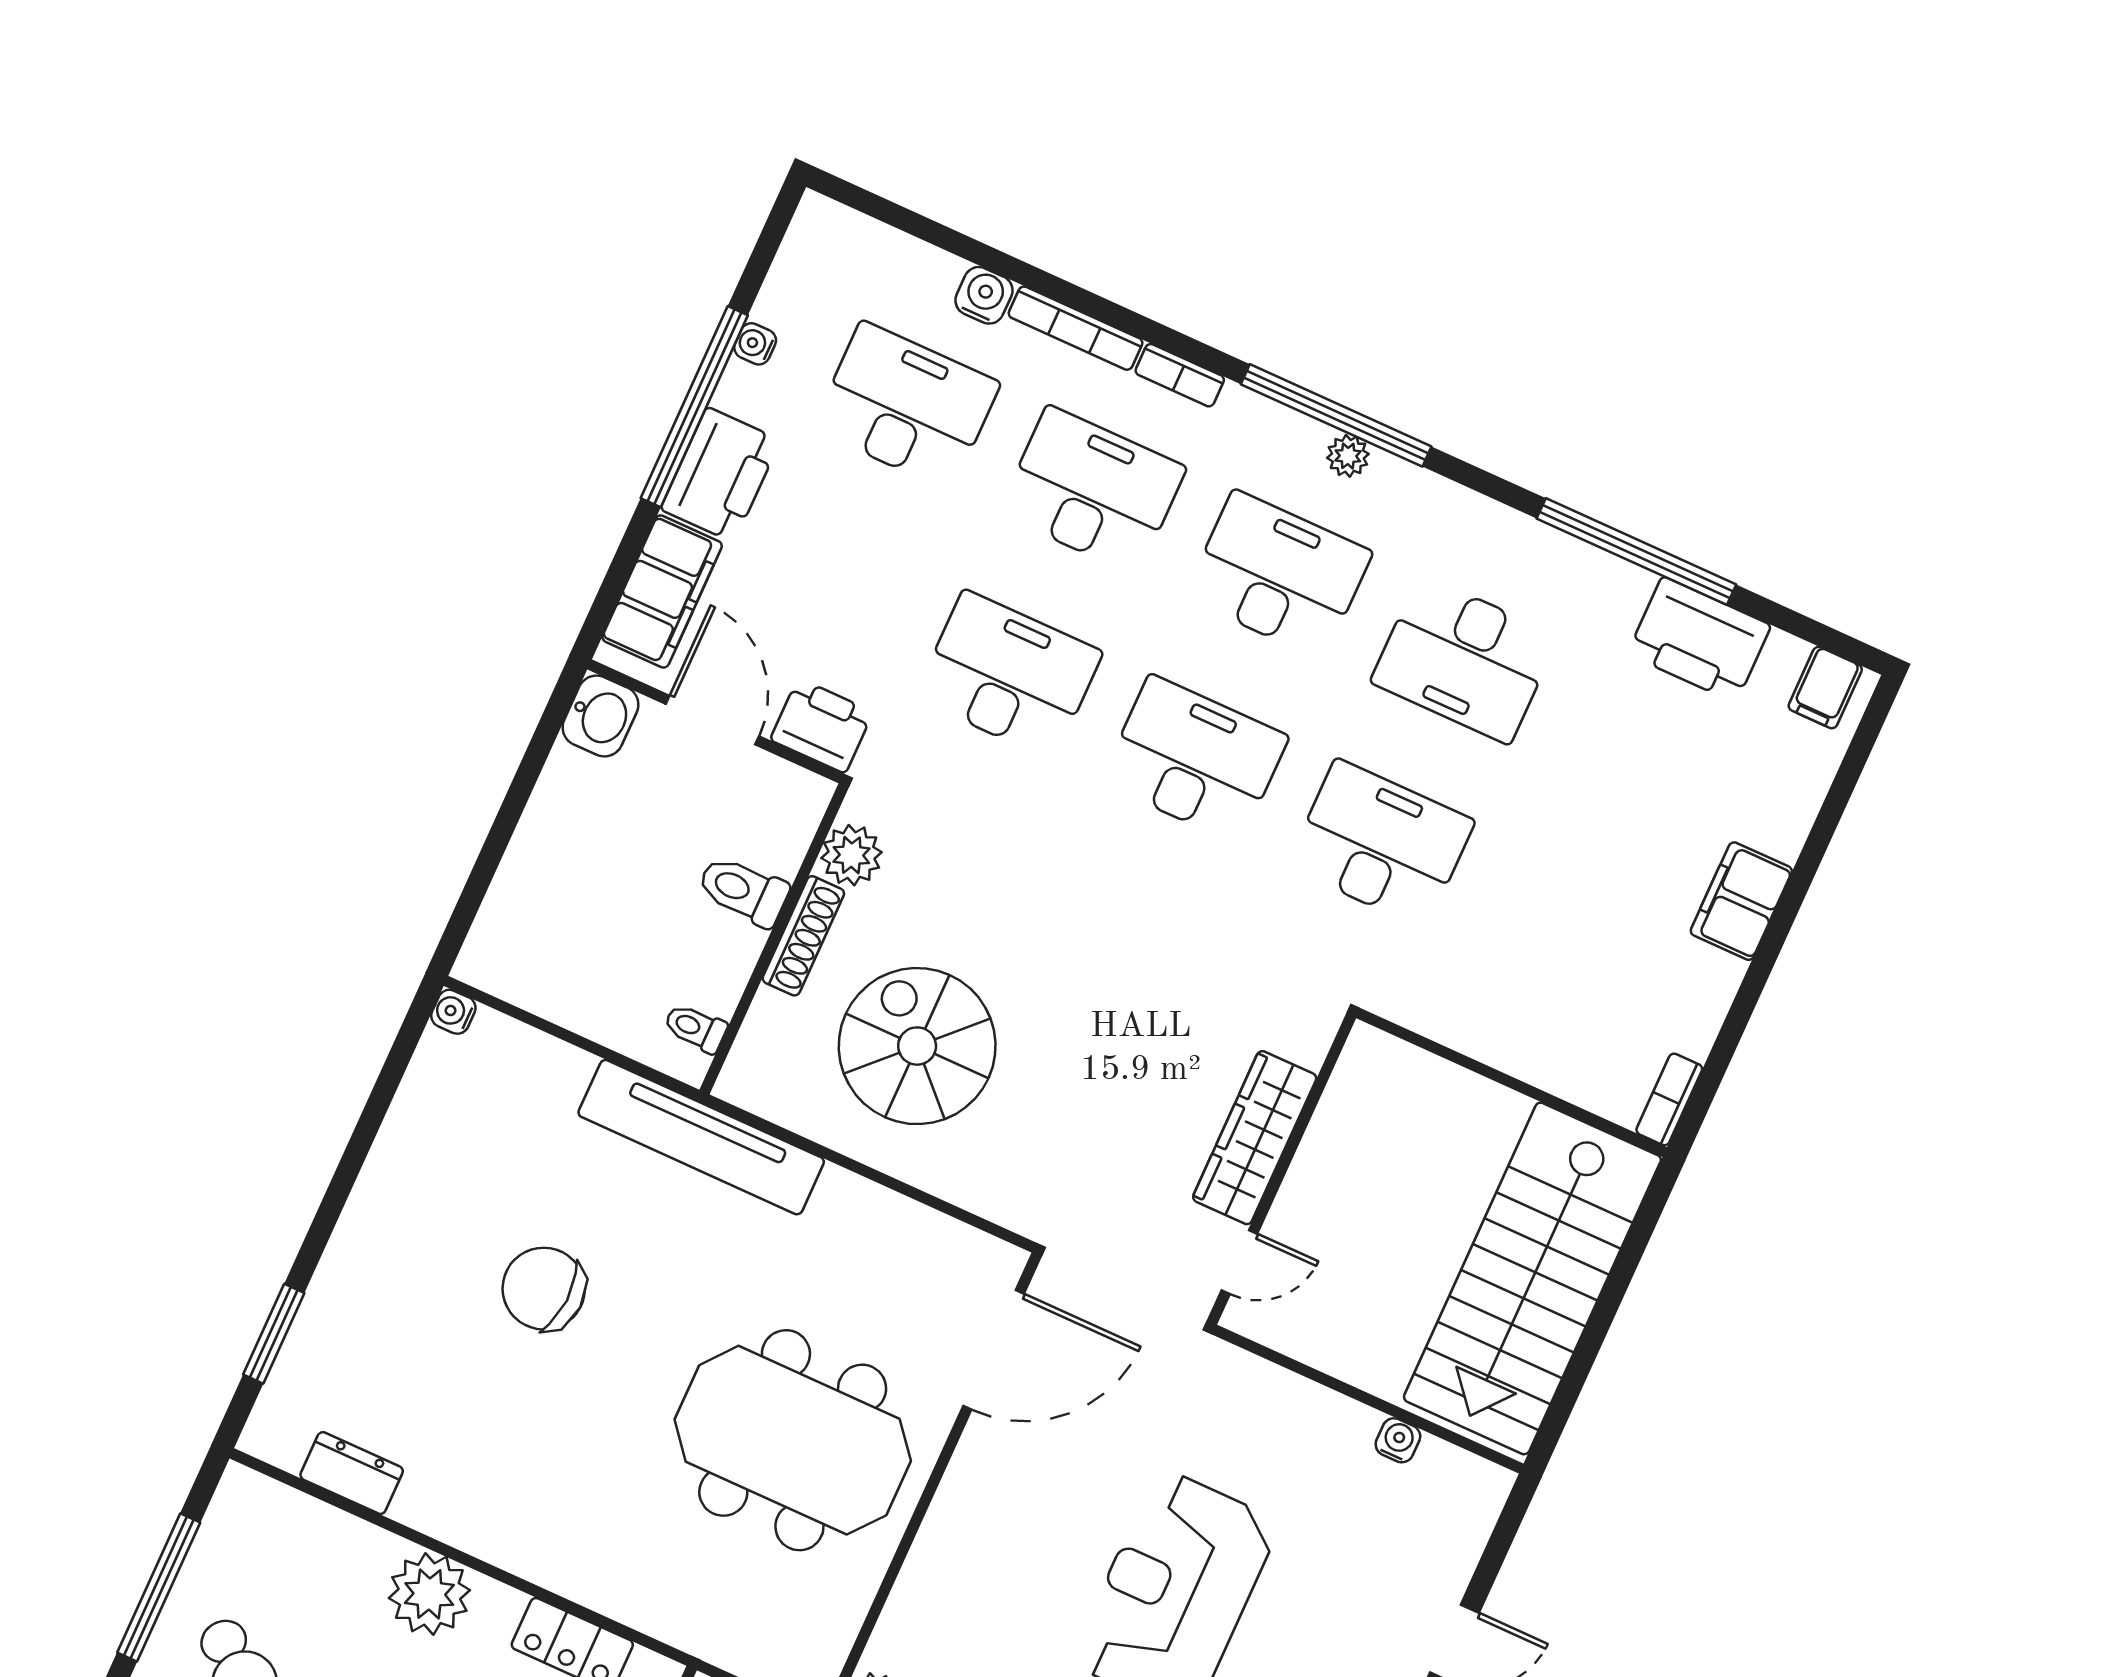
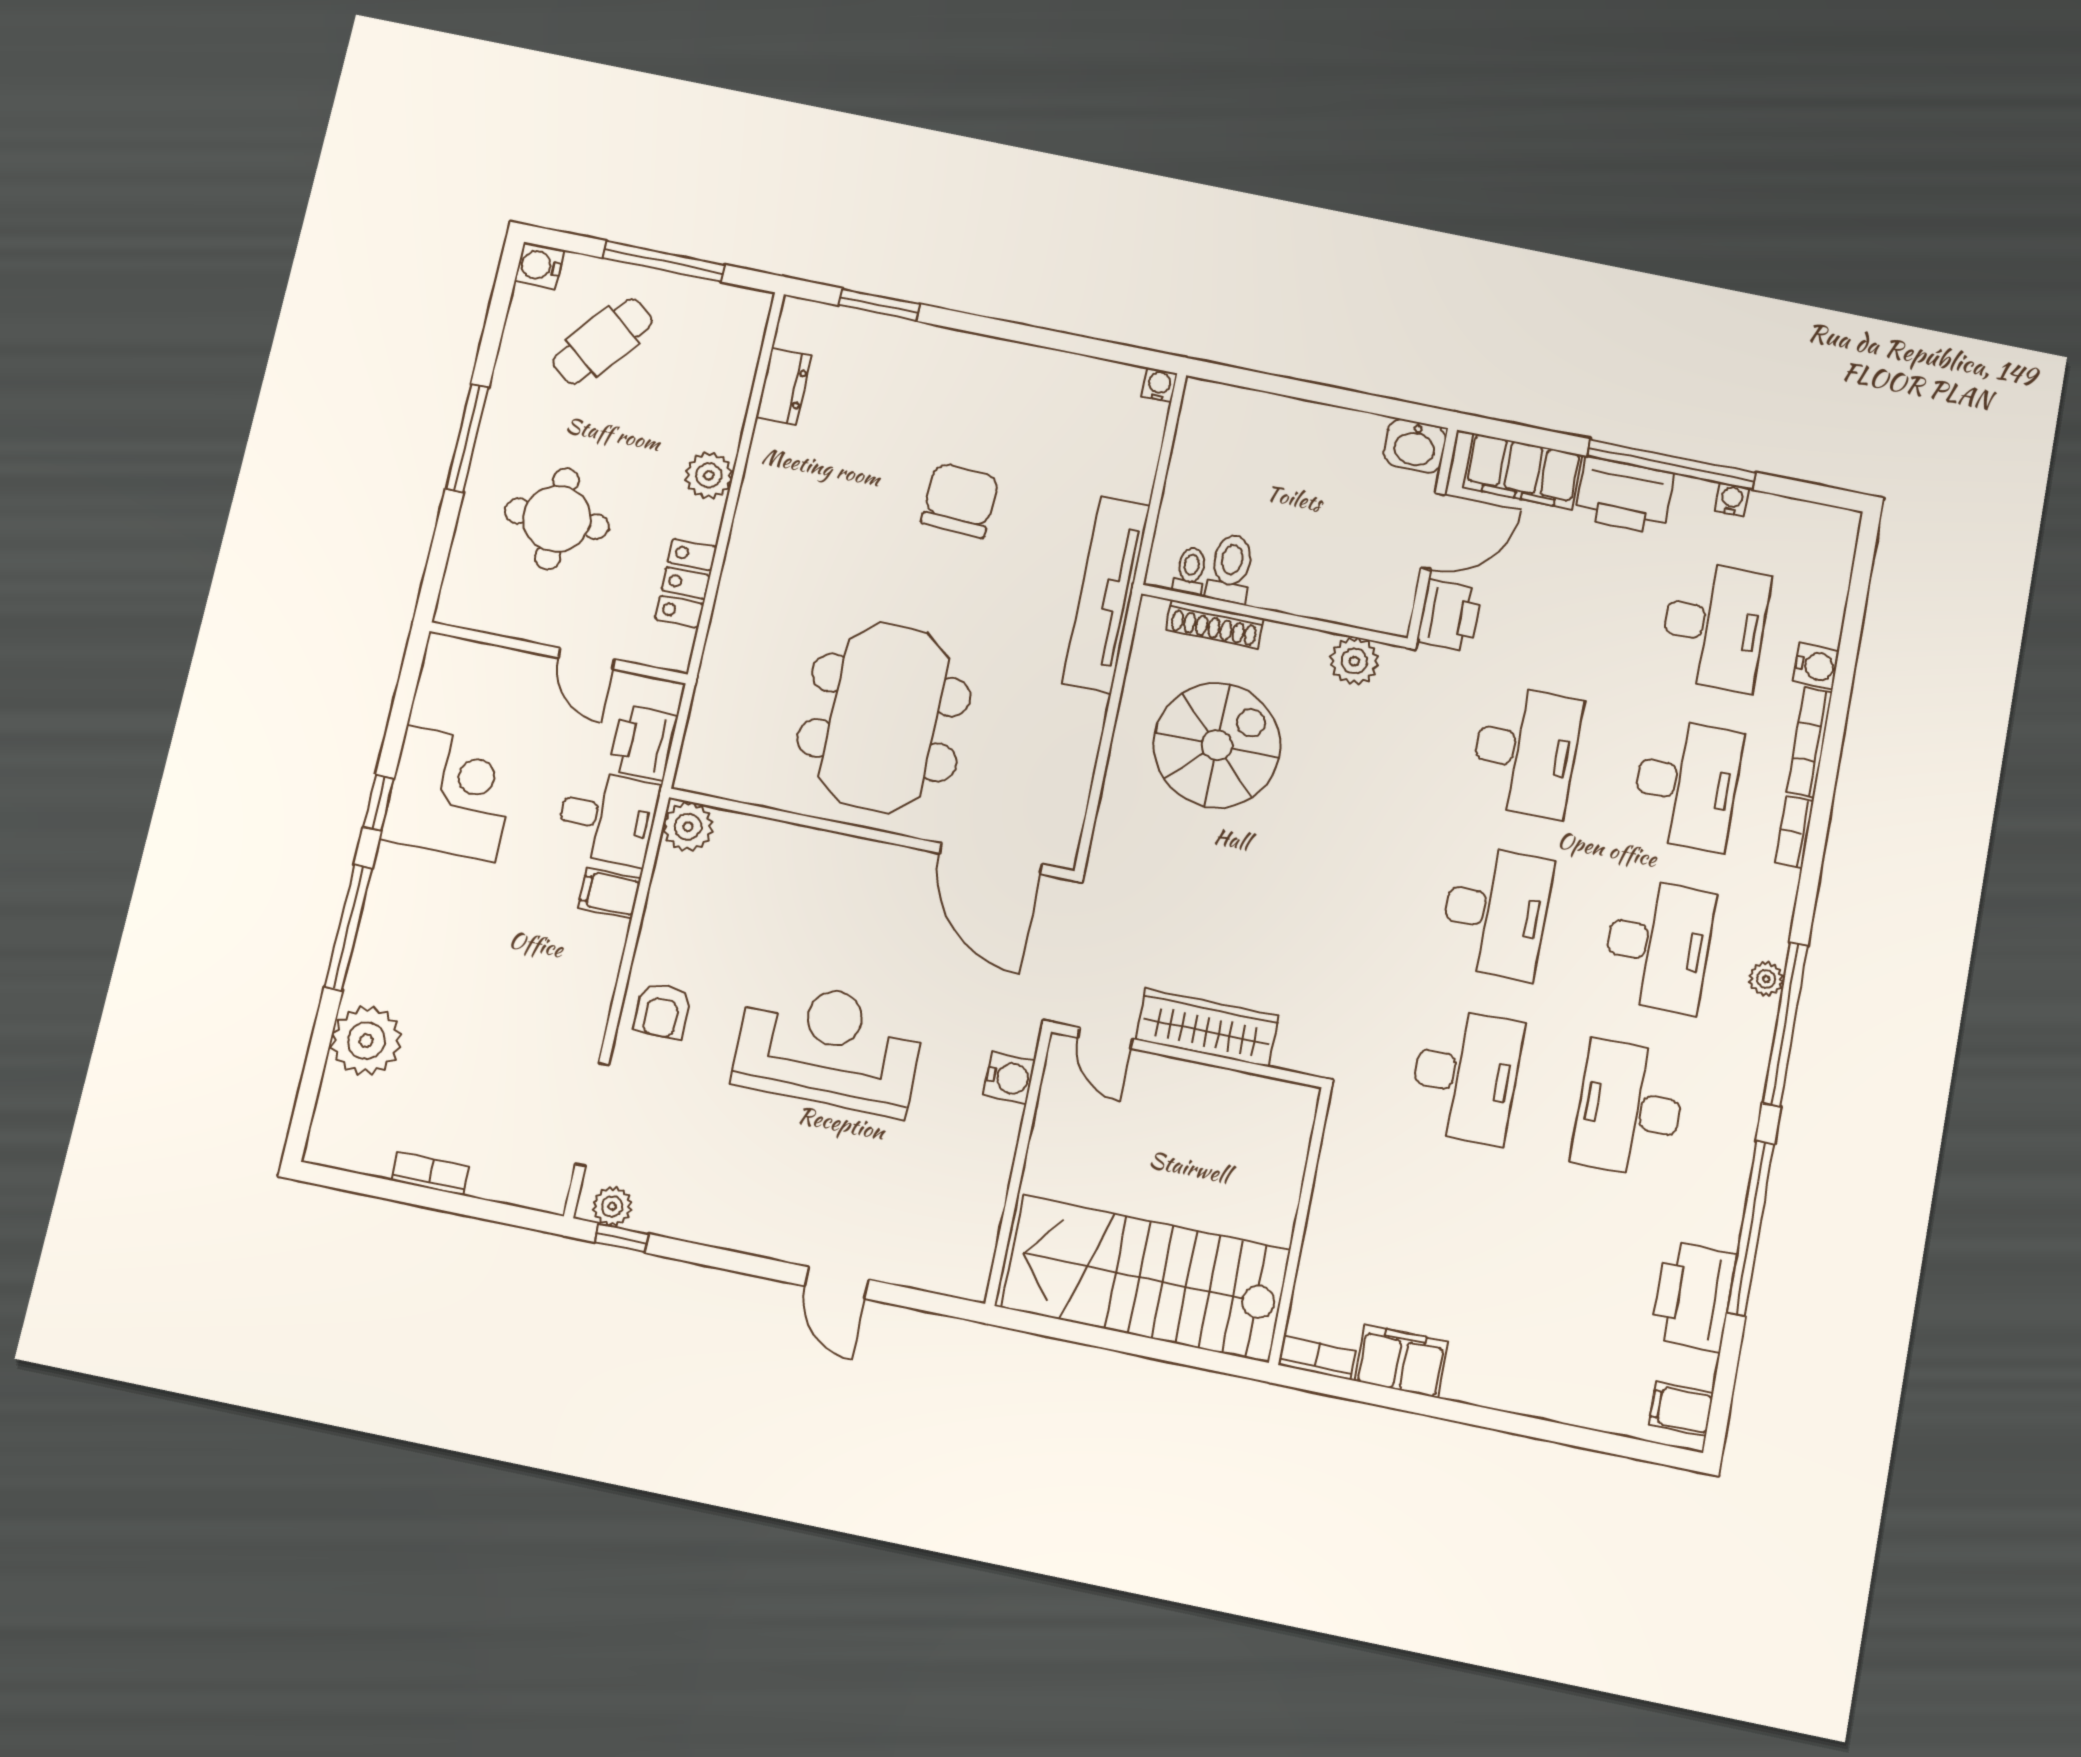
window: (1336, 415) -> (1785, 1024), moved
toilet: (743, 891) -> (1230, 569), moved
filing cabinet: (1741, 901) -> (1401, 1361), moved
shoe rack: (803, 936) -> (1215, 624), moved
water cooler: (1398, 1440) -> (1009, 1078), moved, width x1.38, depth x1.38
plant: (429, 1594) -> (709, 475), width x0.73, depth x0.73

